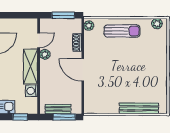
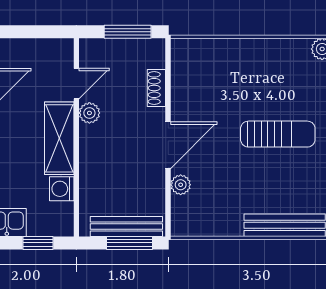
plant: (89, 26) -> (181, 185), moved
sun lounger: (122, 31) -> (278, 134), moved
door: (83, 70) -> (168, 145), swing flipped
bench: (58, 109) -> (126, 227), width x1.36

